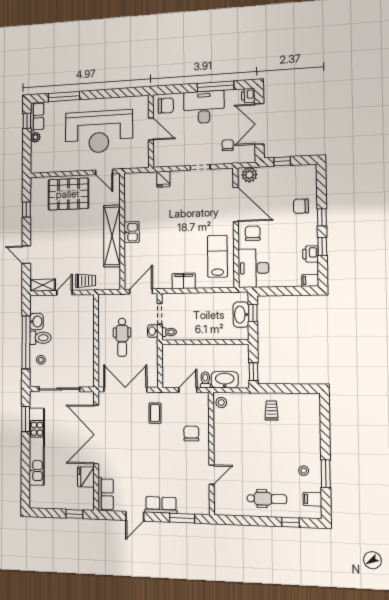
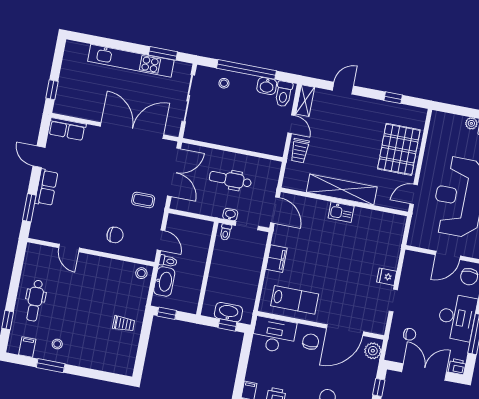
fridge: (163, 179) -> (387, 277), moved
chair: (253, 233) -> (311, 342), turned -90
toilet: (40, 338) -> (284, 94), moved
fridge: (86, 477) -> (89, 110), removed

